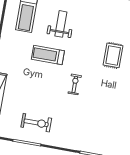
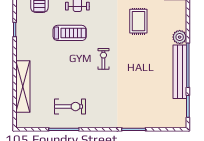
treadmill: (48, 55) -> (70, 33), turned 180

